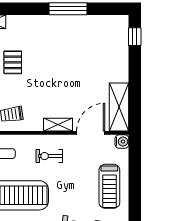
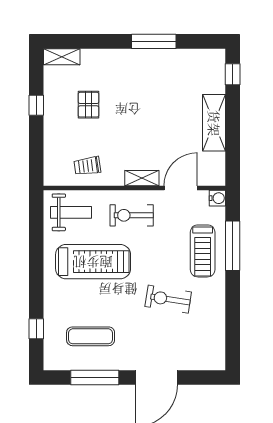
shelving: (119, 107) -> (214, 123), moved
exercise bike: (49, 156) -> (132, 215), width x1.38, depth x1.39
window: (135, 182) -> (233, 246), added

